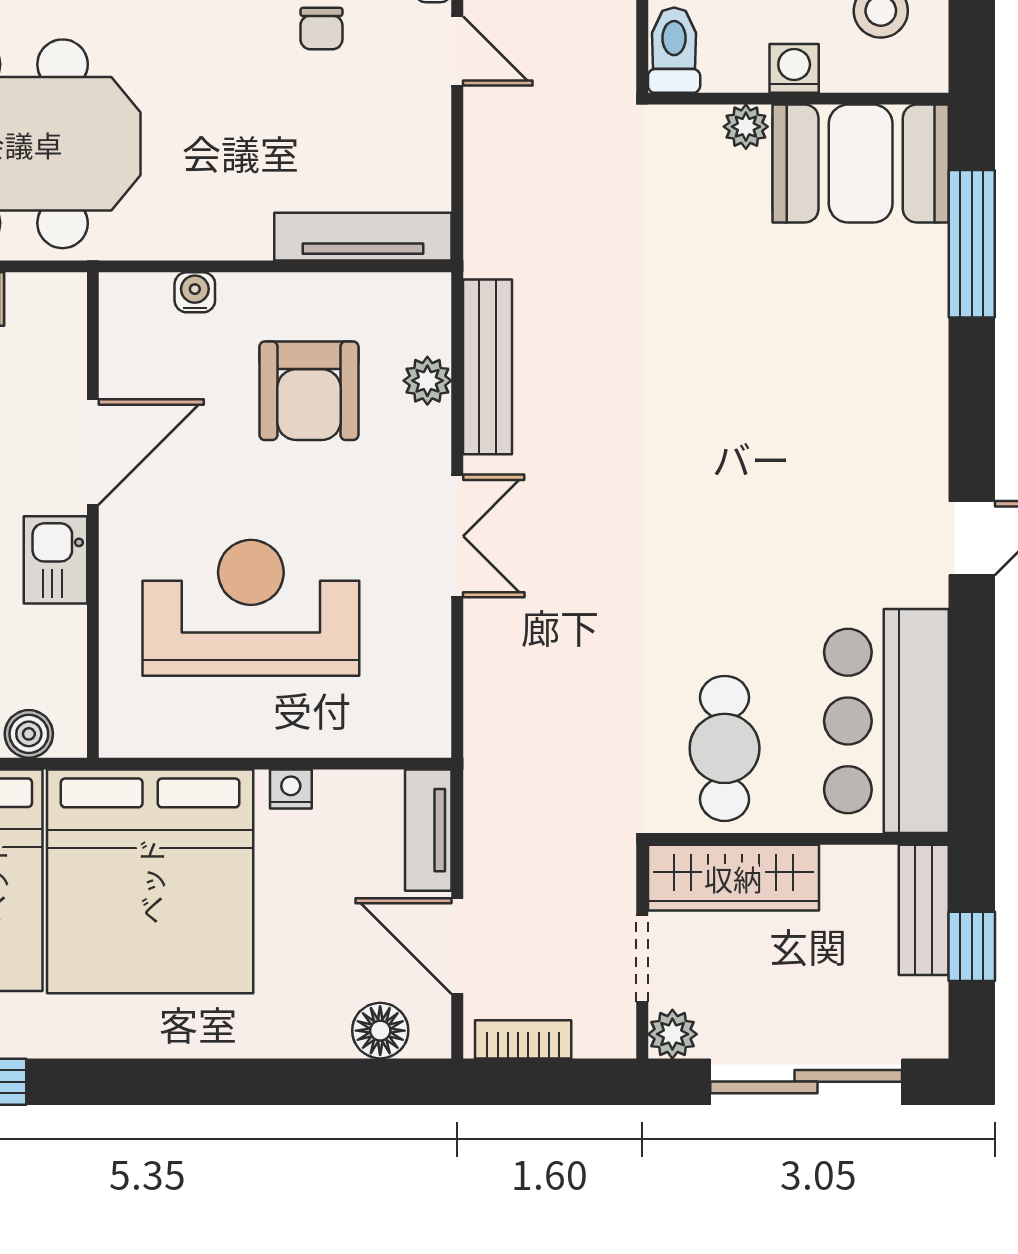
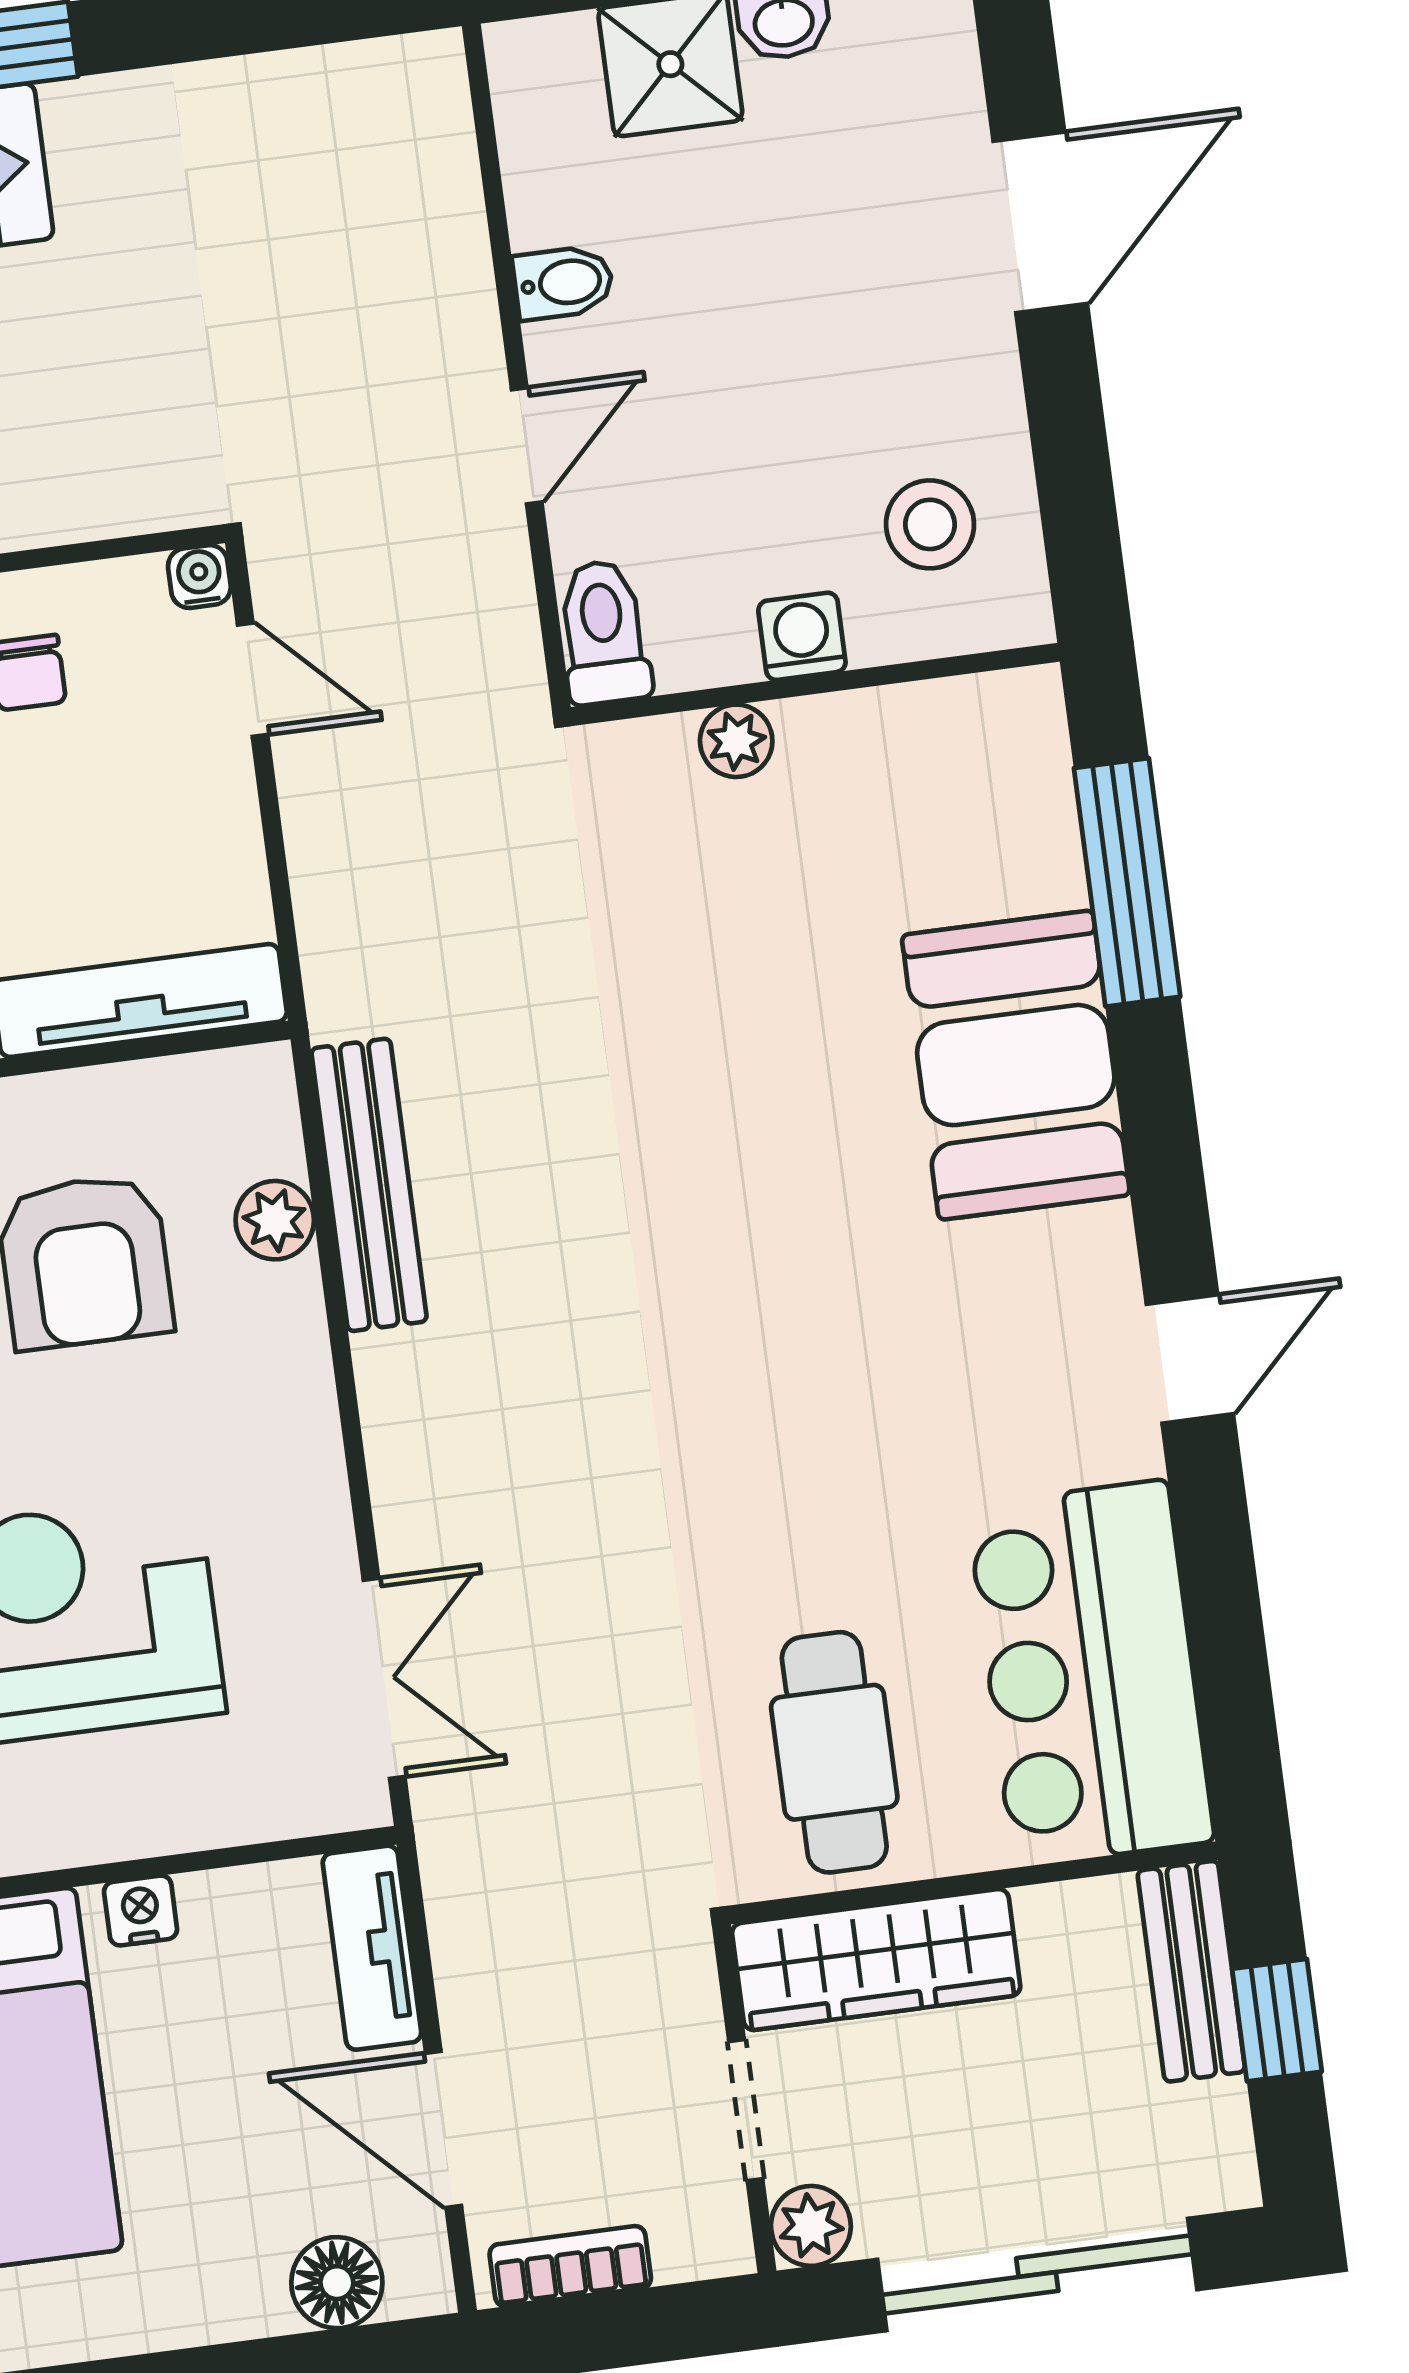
booth: (861, 164) -> (1016, 1065), moved, turned 90
double door: (457, 536) -> (384, 1678), moved

